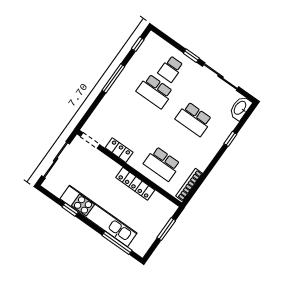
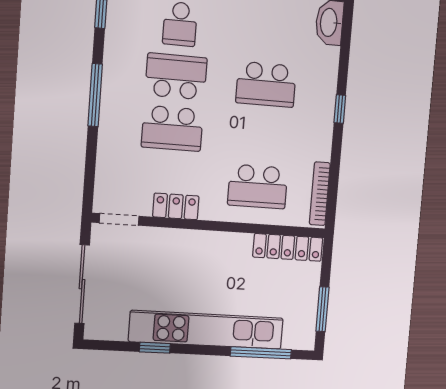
school desk: (155, 91) -> (176, 76), turned 180
school desk: (139, 114) -> (172, 128), added
window: (230, 139) -> (340, 109), moved
locker: (135, 184) -> (288, 247), moved
window: (166, 229) -> (322, 309), moved

